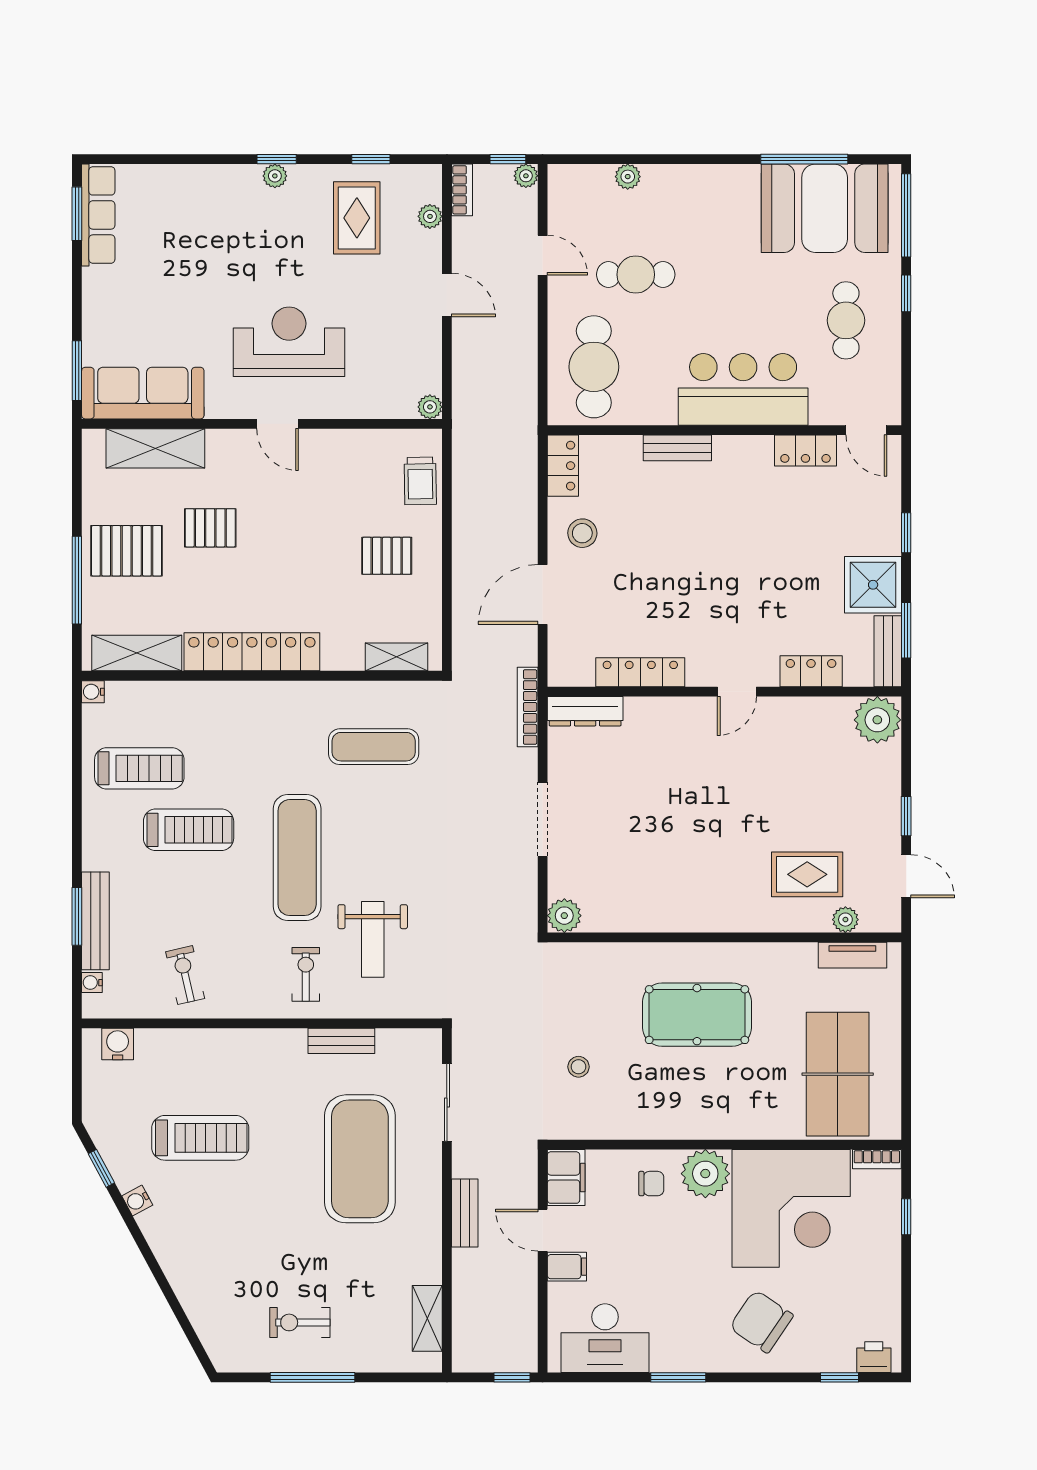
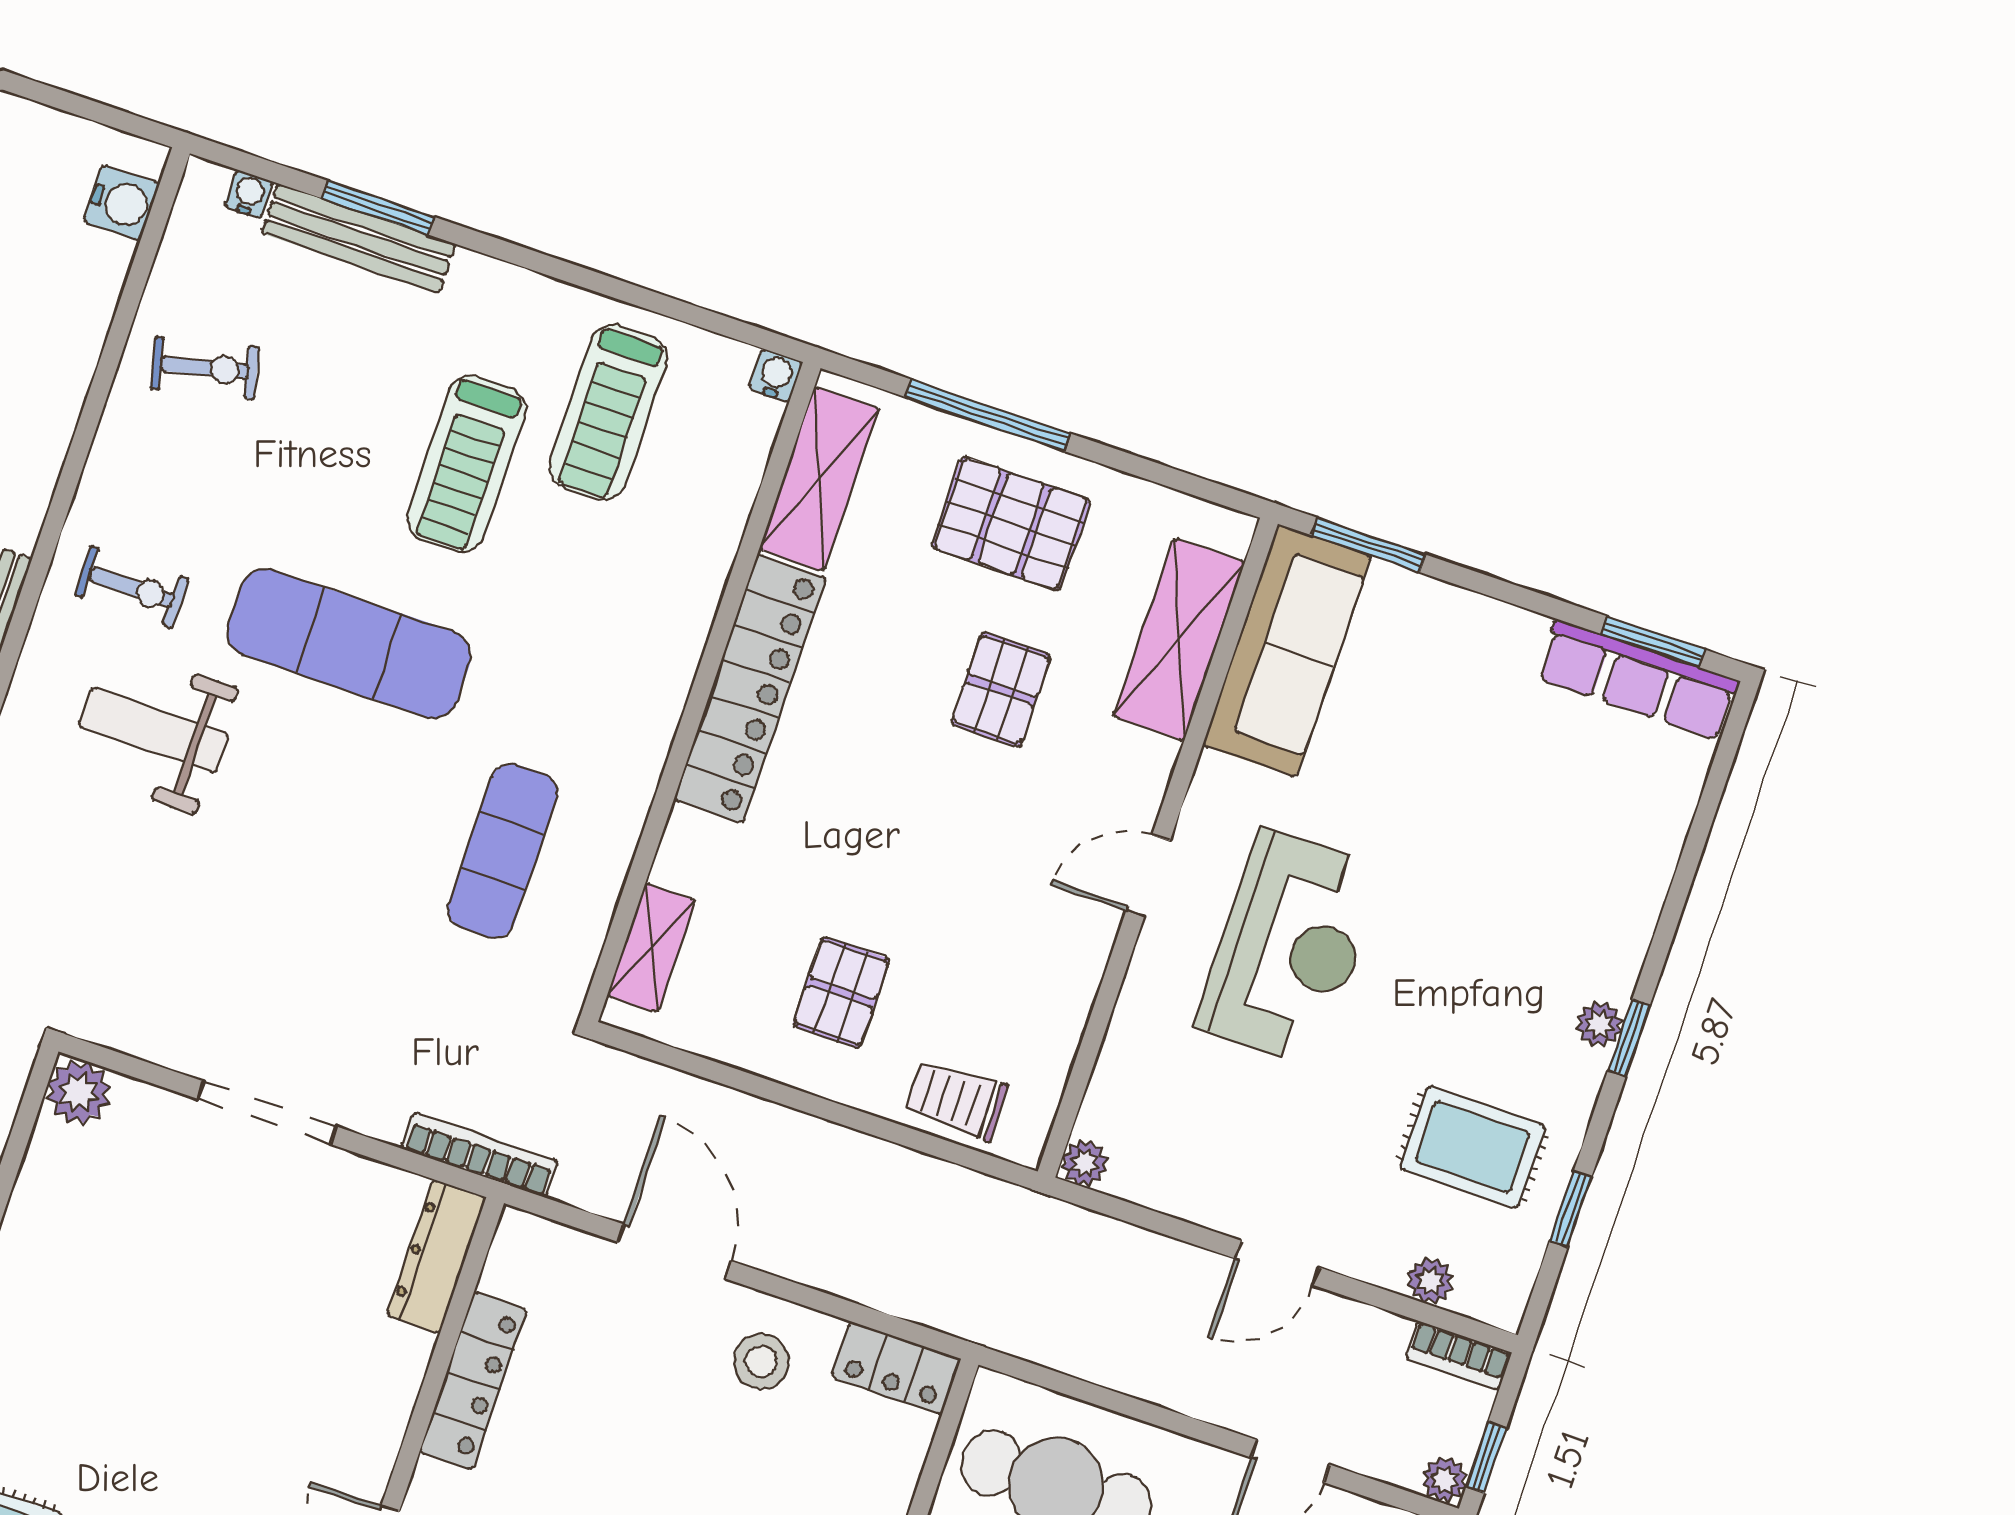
pallet: (127, 551) -> (1011, 524), turned 90

